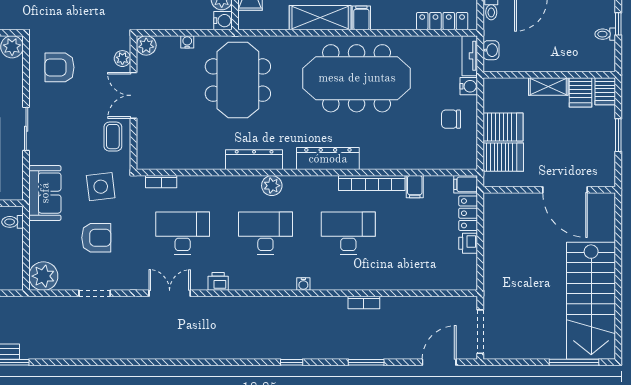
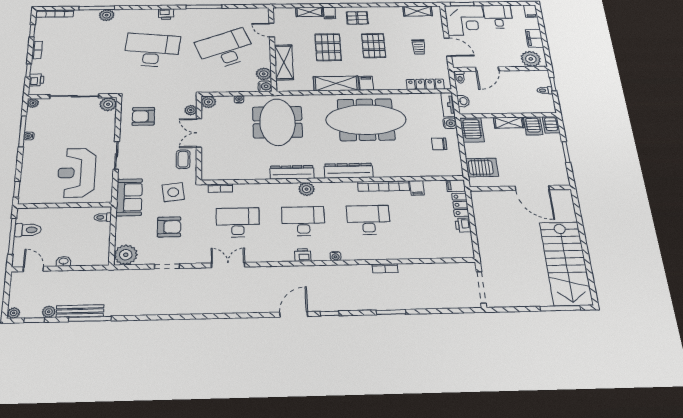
server rack: (503, 127) -> (472, 130), moved, turned 90
printer: (218, 281) -> (303, 255), moved
door: (439, 362) -> (294, 314), moved

